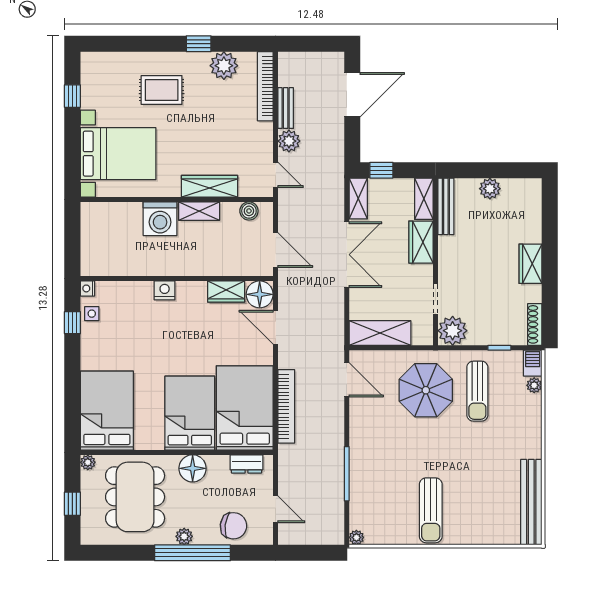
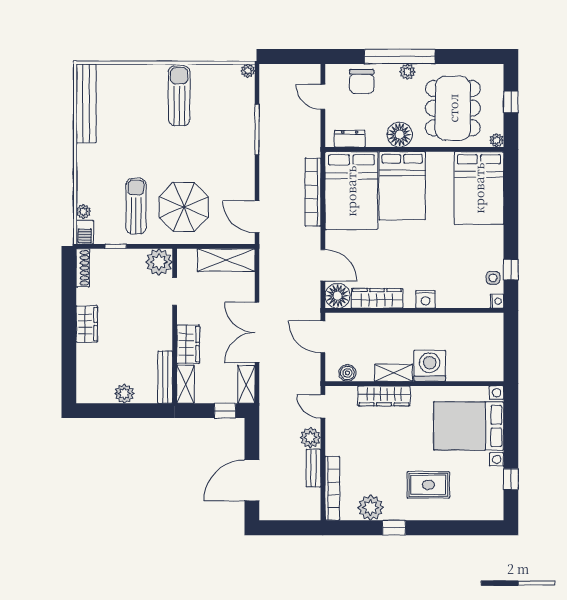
wardrobe: (226, 292) -> (377, 298), width x1.50
chair: (233, 526) -> (362, 81), turned -97

